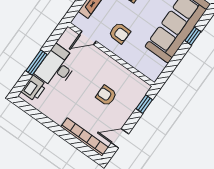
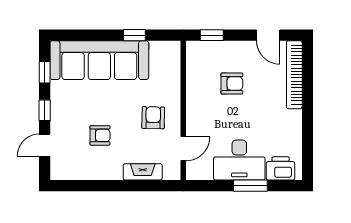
window: (193, 36) -> (134, 35), moved
door: (88, 38) -> (183, 149), hinge flipped
armchair: (106, 95) -> (232, 84), turned -90

